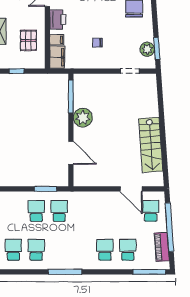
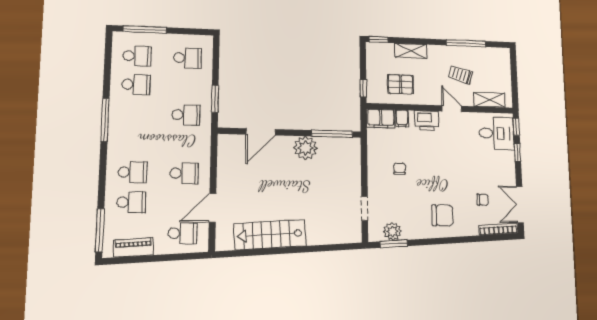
window: (17, 71) -> (363, 88), moved
school desk: (36, 211) -> (188, 58), moved
school desk: (105, 211) -> (184, 173), added
window: (169, 227) -> (160, 258), removed

